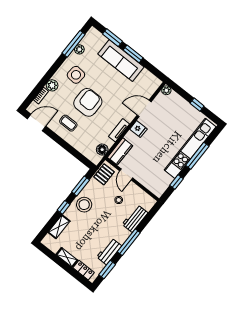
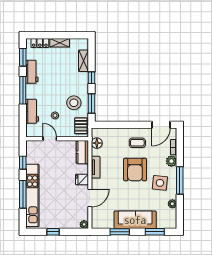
window: (74, 44) -> (180, 180), moved
window: (133, 54) -> (120, 232), moved
door: (126, 174) -> (50, 139), moved
stool: (84, 205) -> (74, 103), moved

